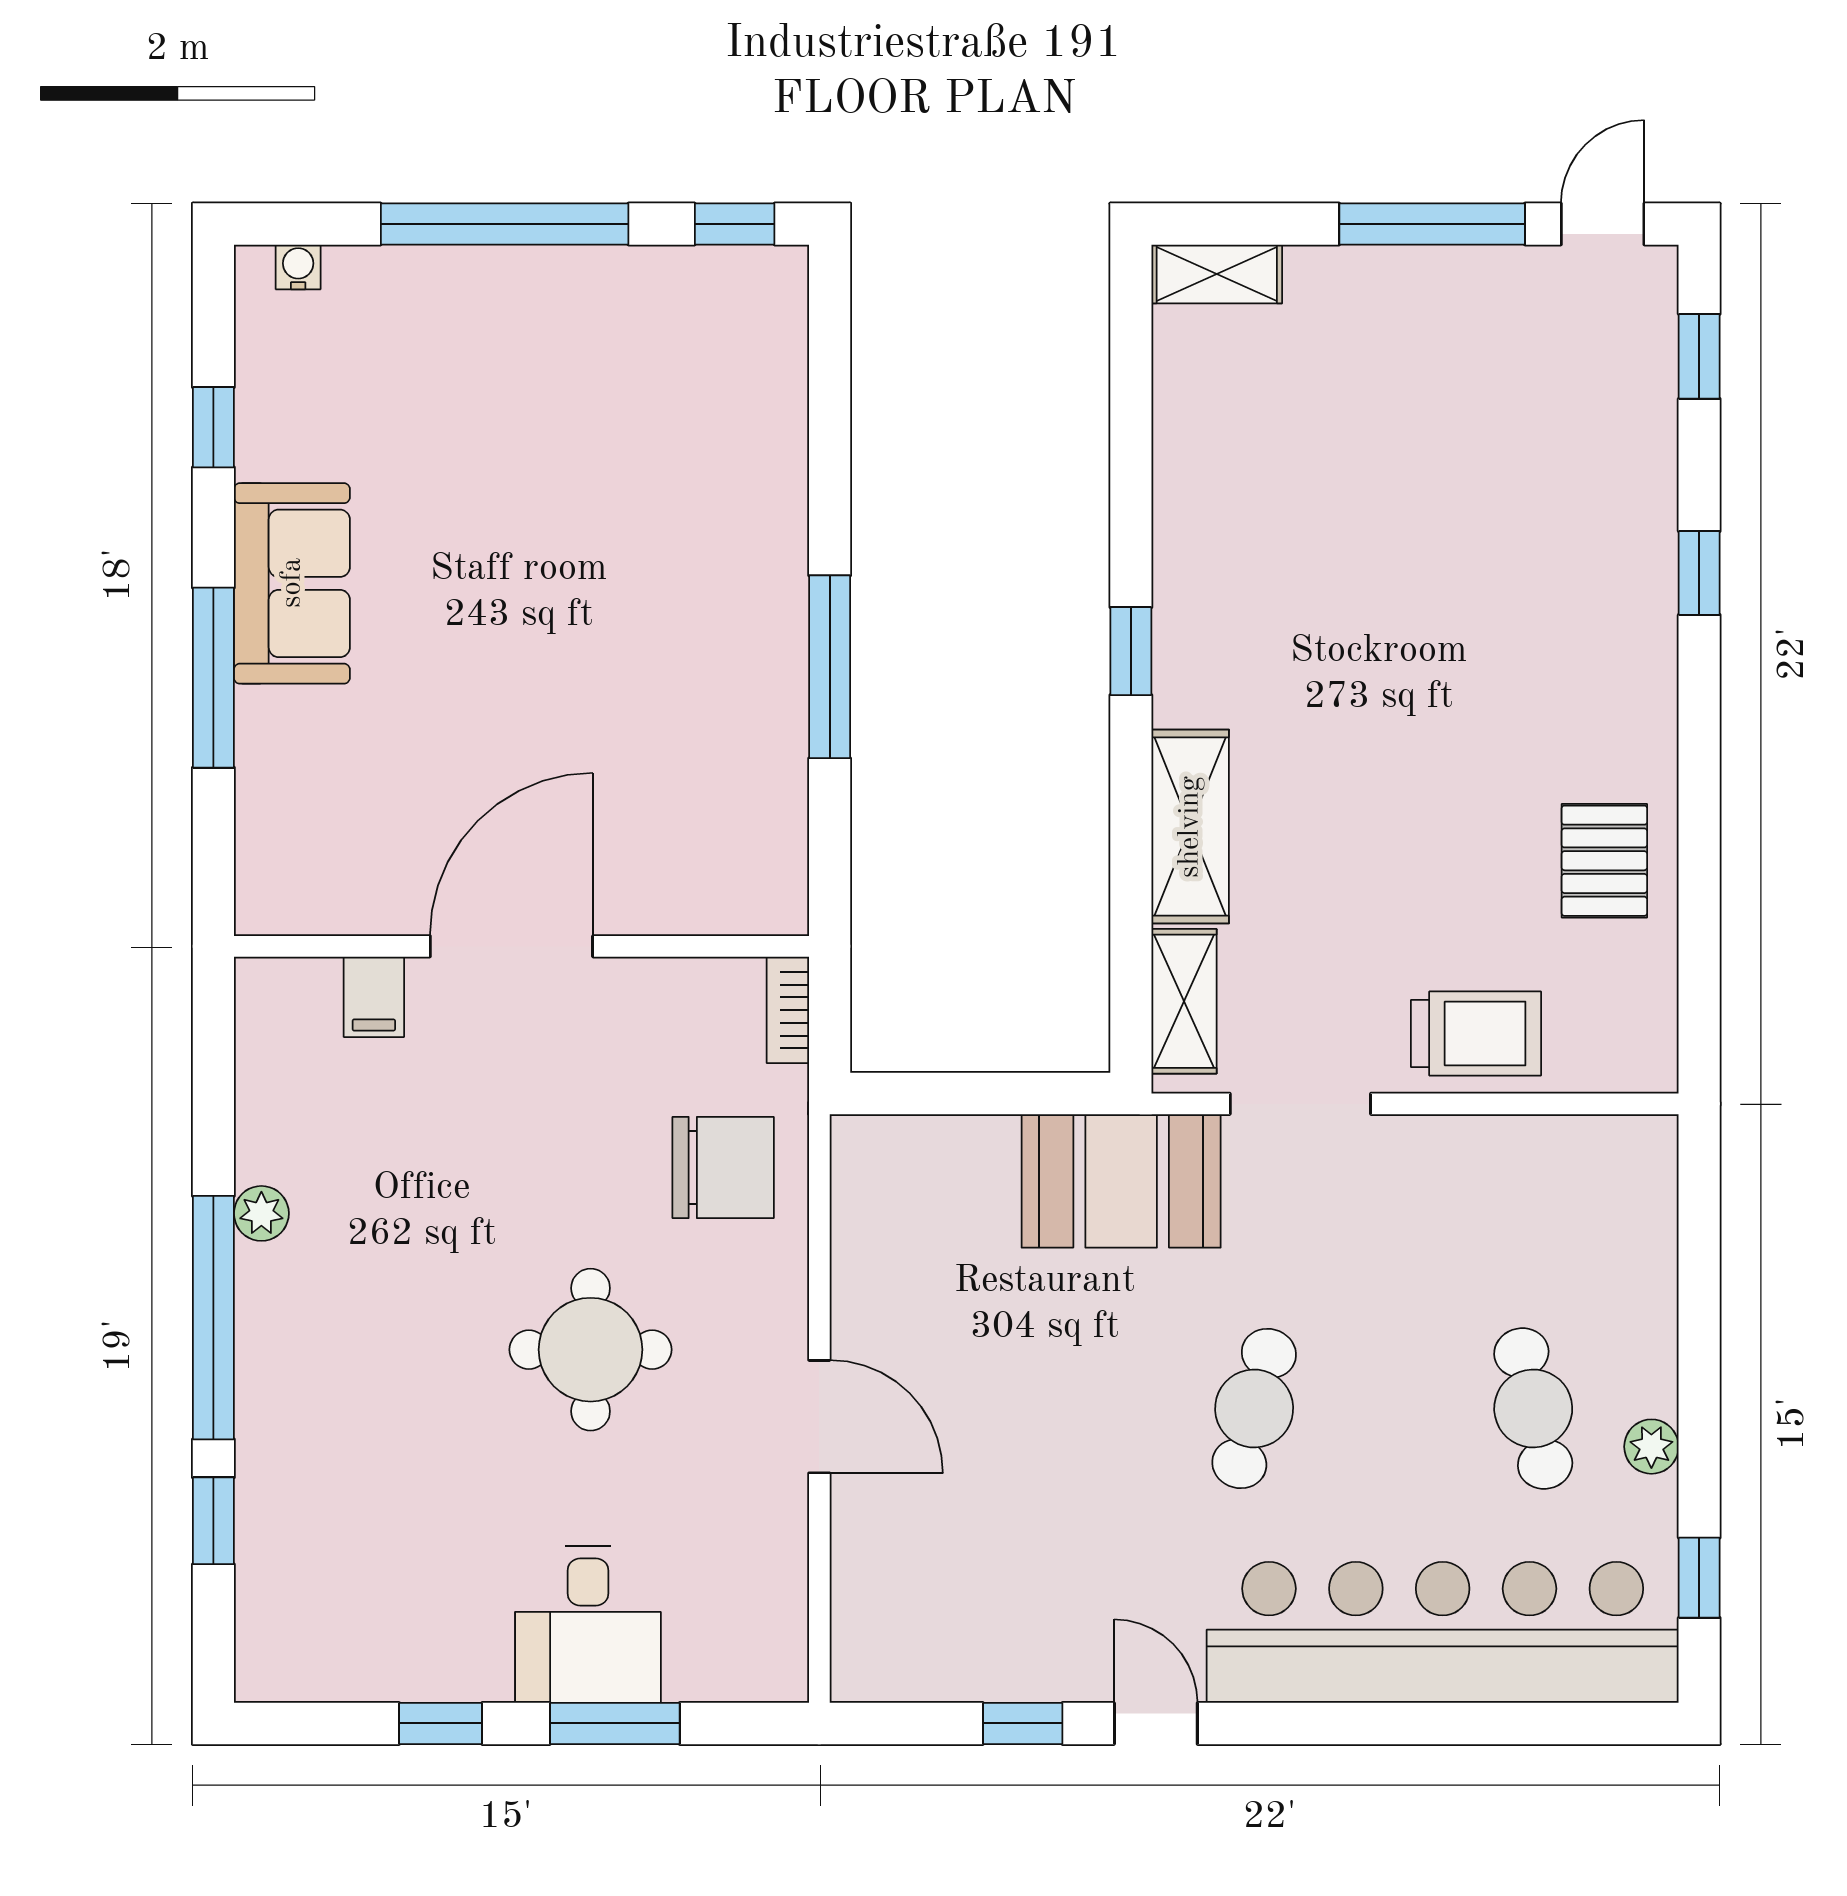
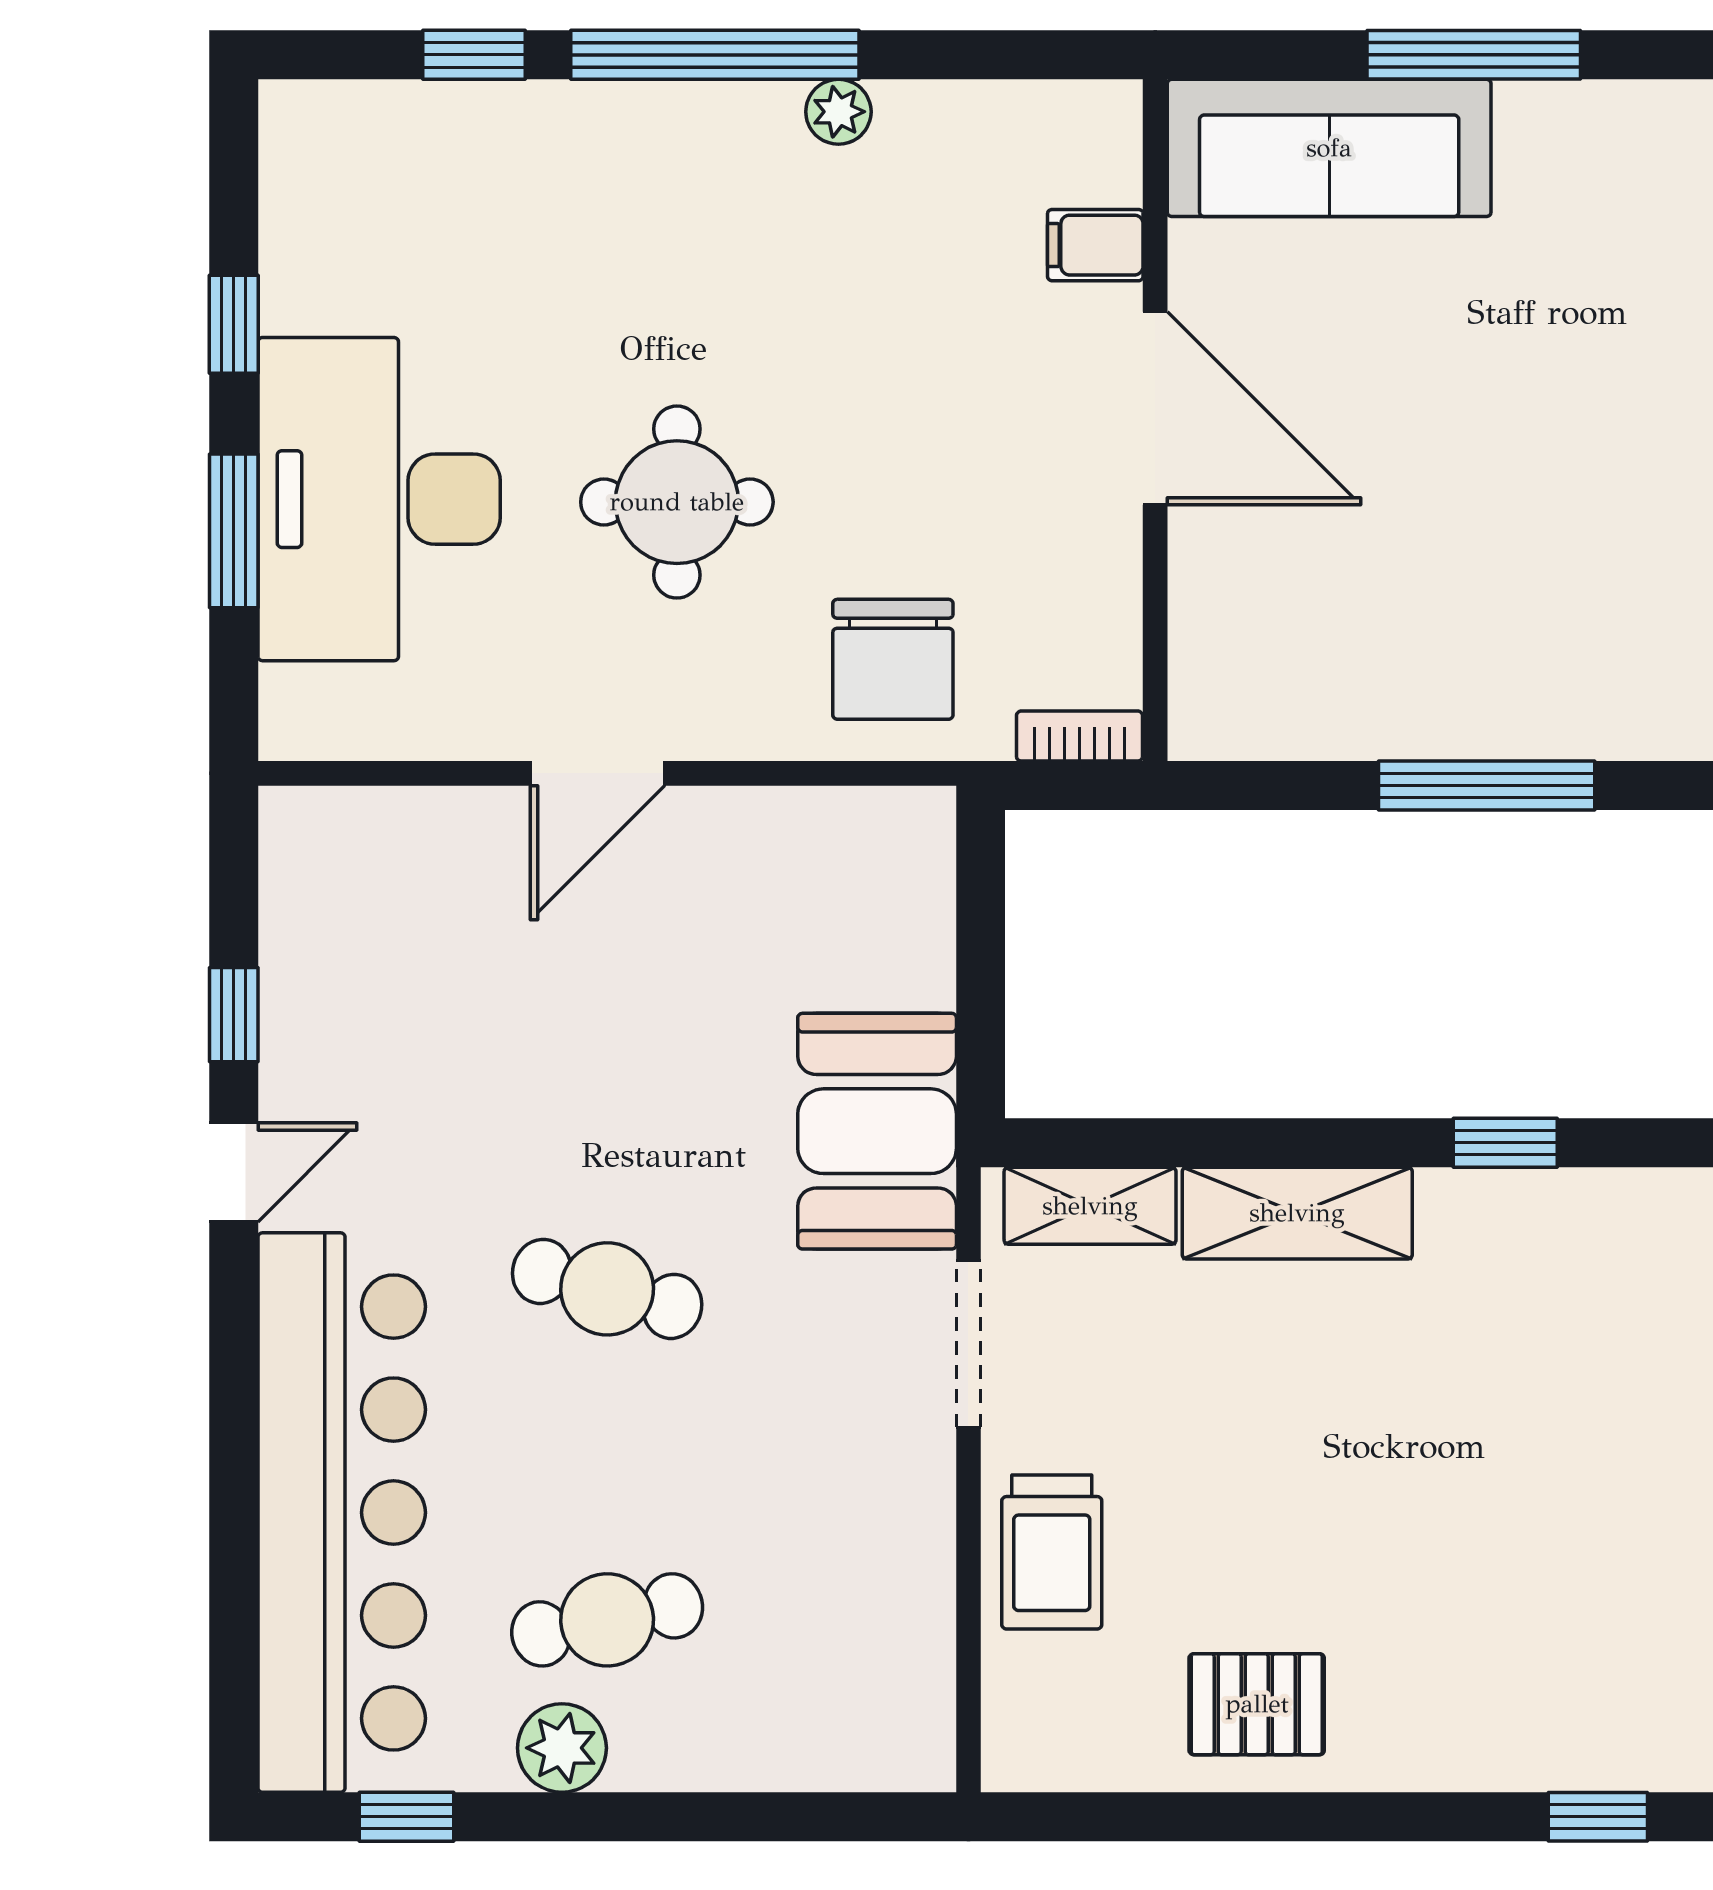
sofa: (292, 583) -> (1329, 148), moved, width x1.36
plant: (1651, 1447) -> (562, 1748), width x1.38, depth x1.38
desk: (588, 1624) -> (379, 499), width x1.87, depth x1.30

